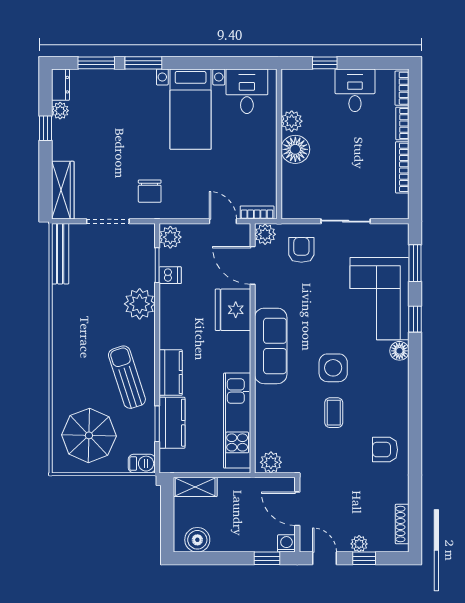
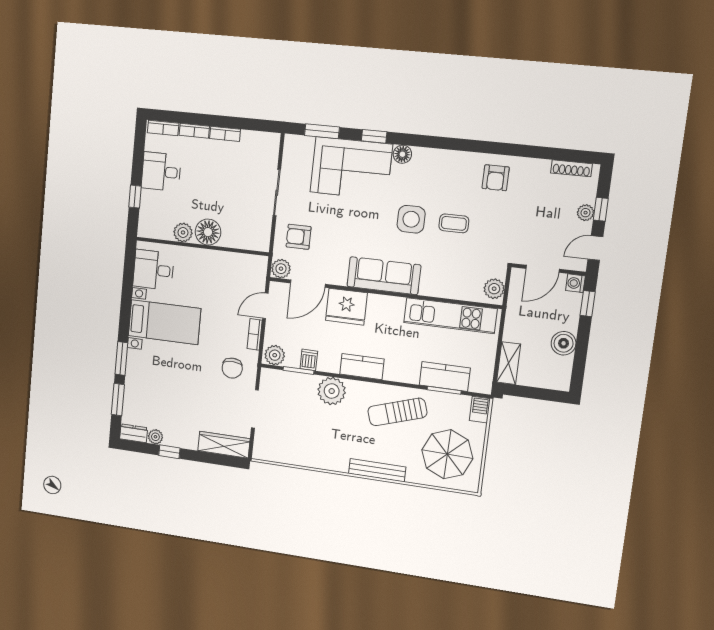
bookcase: (402, 167) -> (225, 134), width x0.64
chair: (150, 191) -> (232, 368), turned 90
bookcase: (257, 212) -> (255, 334), moved
bench: (60, 254) -> (377, 470), moved
kitchen counter: (171, 373) -> (362, 367), moved
boiler: (197, 540) -> (564, 343), moved

